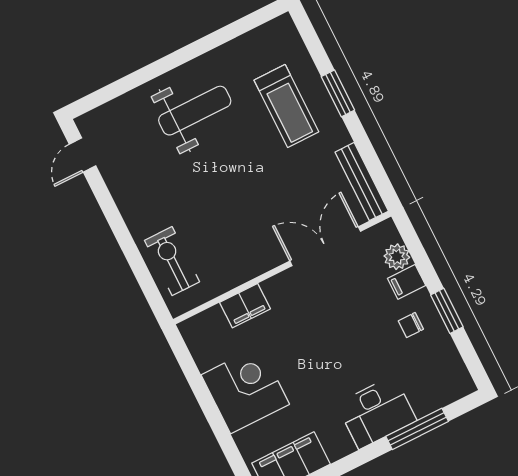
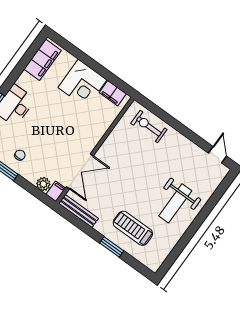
exercise bike: (172, 261) -> (149, 126), turned 180
filing cabinet: (407, 282) -> (56, 191), moved
filing cabinet: (245, 306) -> (113, 93), moved, turned -90

